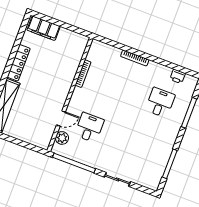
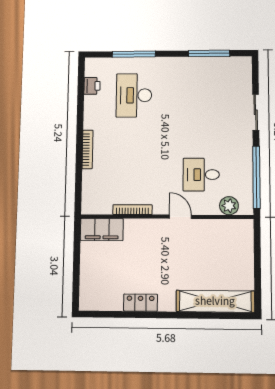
filing cabinet: (44, 28) -> (102, 230), moved, turned 90
locker: (19, 63) -> (141, 303), width x0.66
desk: (160, 103) -> (134, 95), width x1.37
door: (61, 118) -> (180, 217), moved

